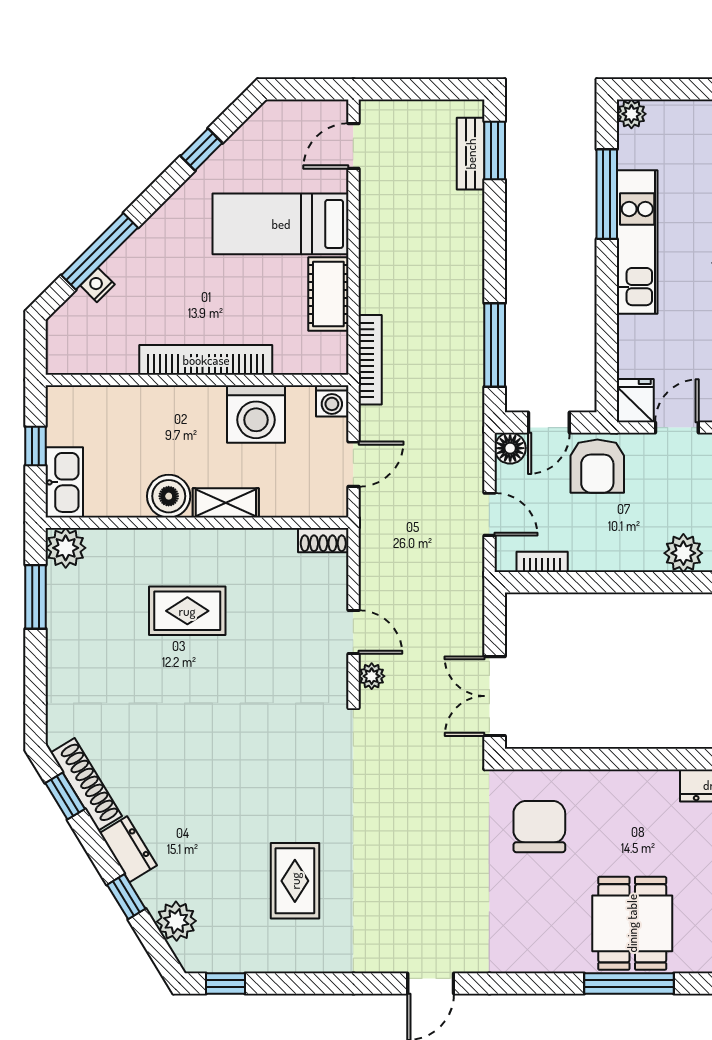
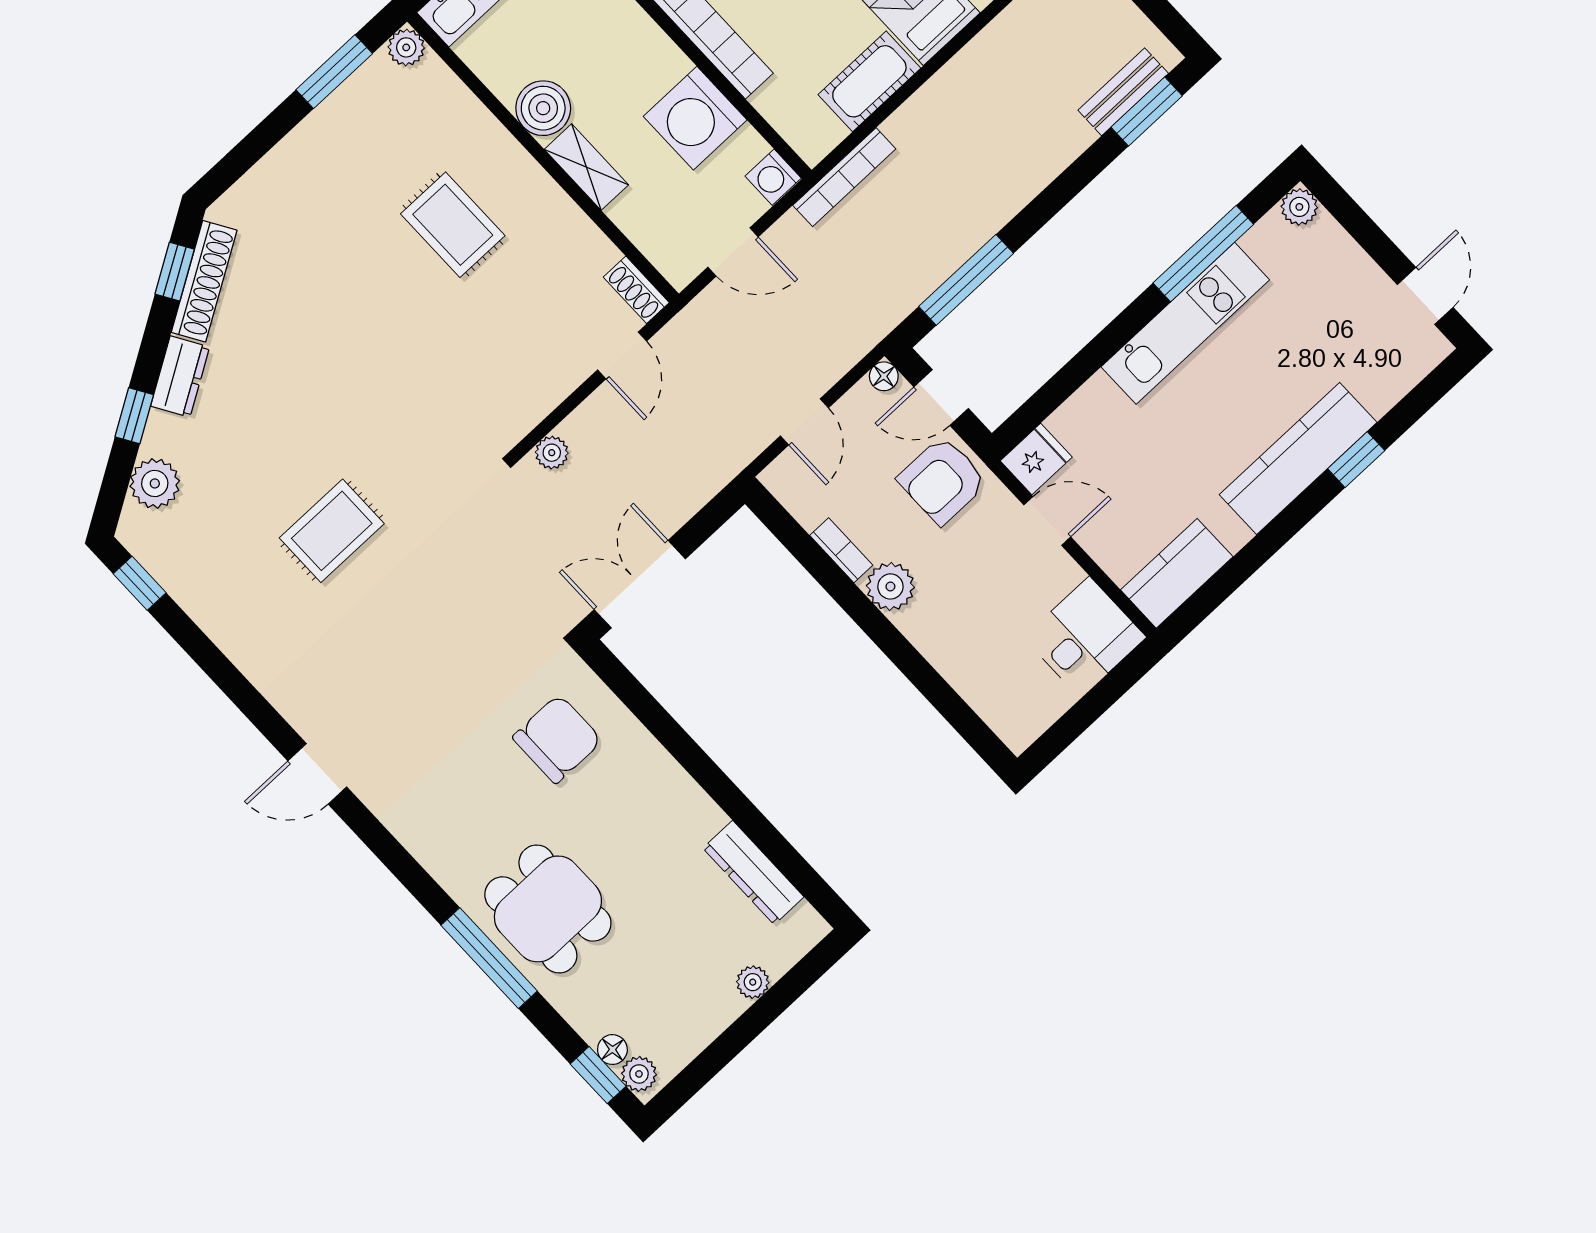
floor lamp: (510, 448) -> (884, 376), width x0.73, depth x0.73
plant: (66, 548) -> (406, 47), width x0.73, depth x0.73
plant: (683, 553) -> (890, 586), moved
bookcase: (542, 562) -> (841, 550), moved
door: (353, 632) -> (622, 356), moved
rug: (295, 881) -> (332, 531), moved
dining table: (632, 923) -> (548, 909), turned 90

